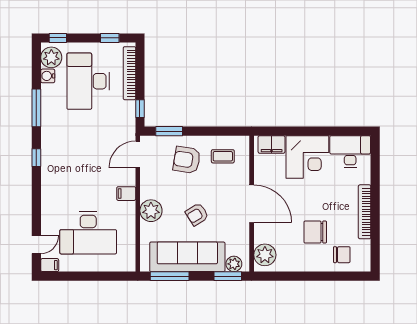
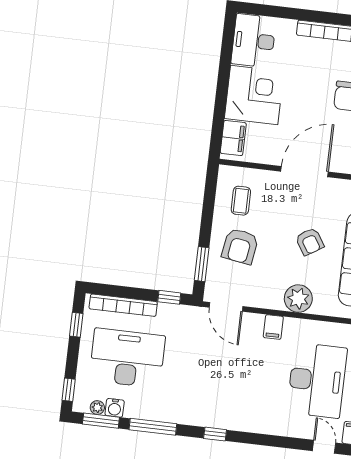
plant: (51, 57) -> (97, 408), width x0.53, depth x0.53
window: (36, 66) -> (101, 421), added
desk: (88, 81) -> (127, 358), turned 180

